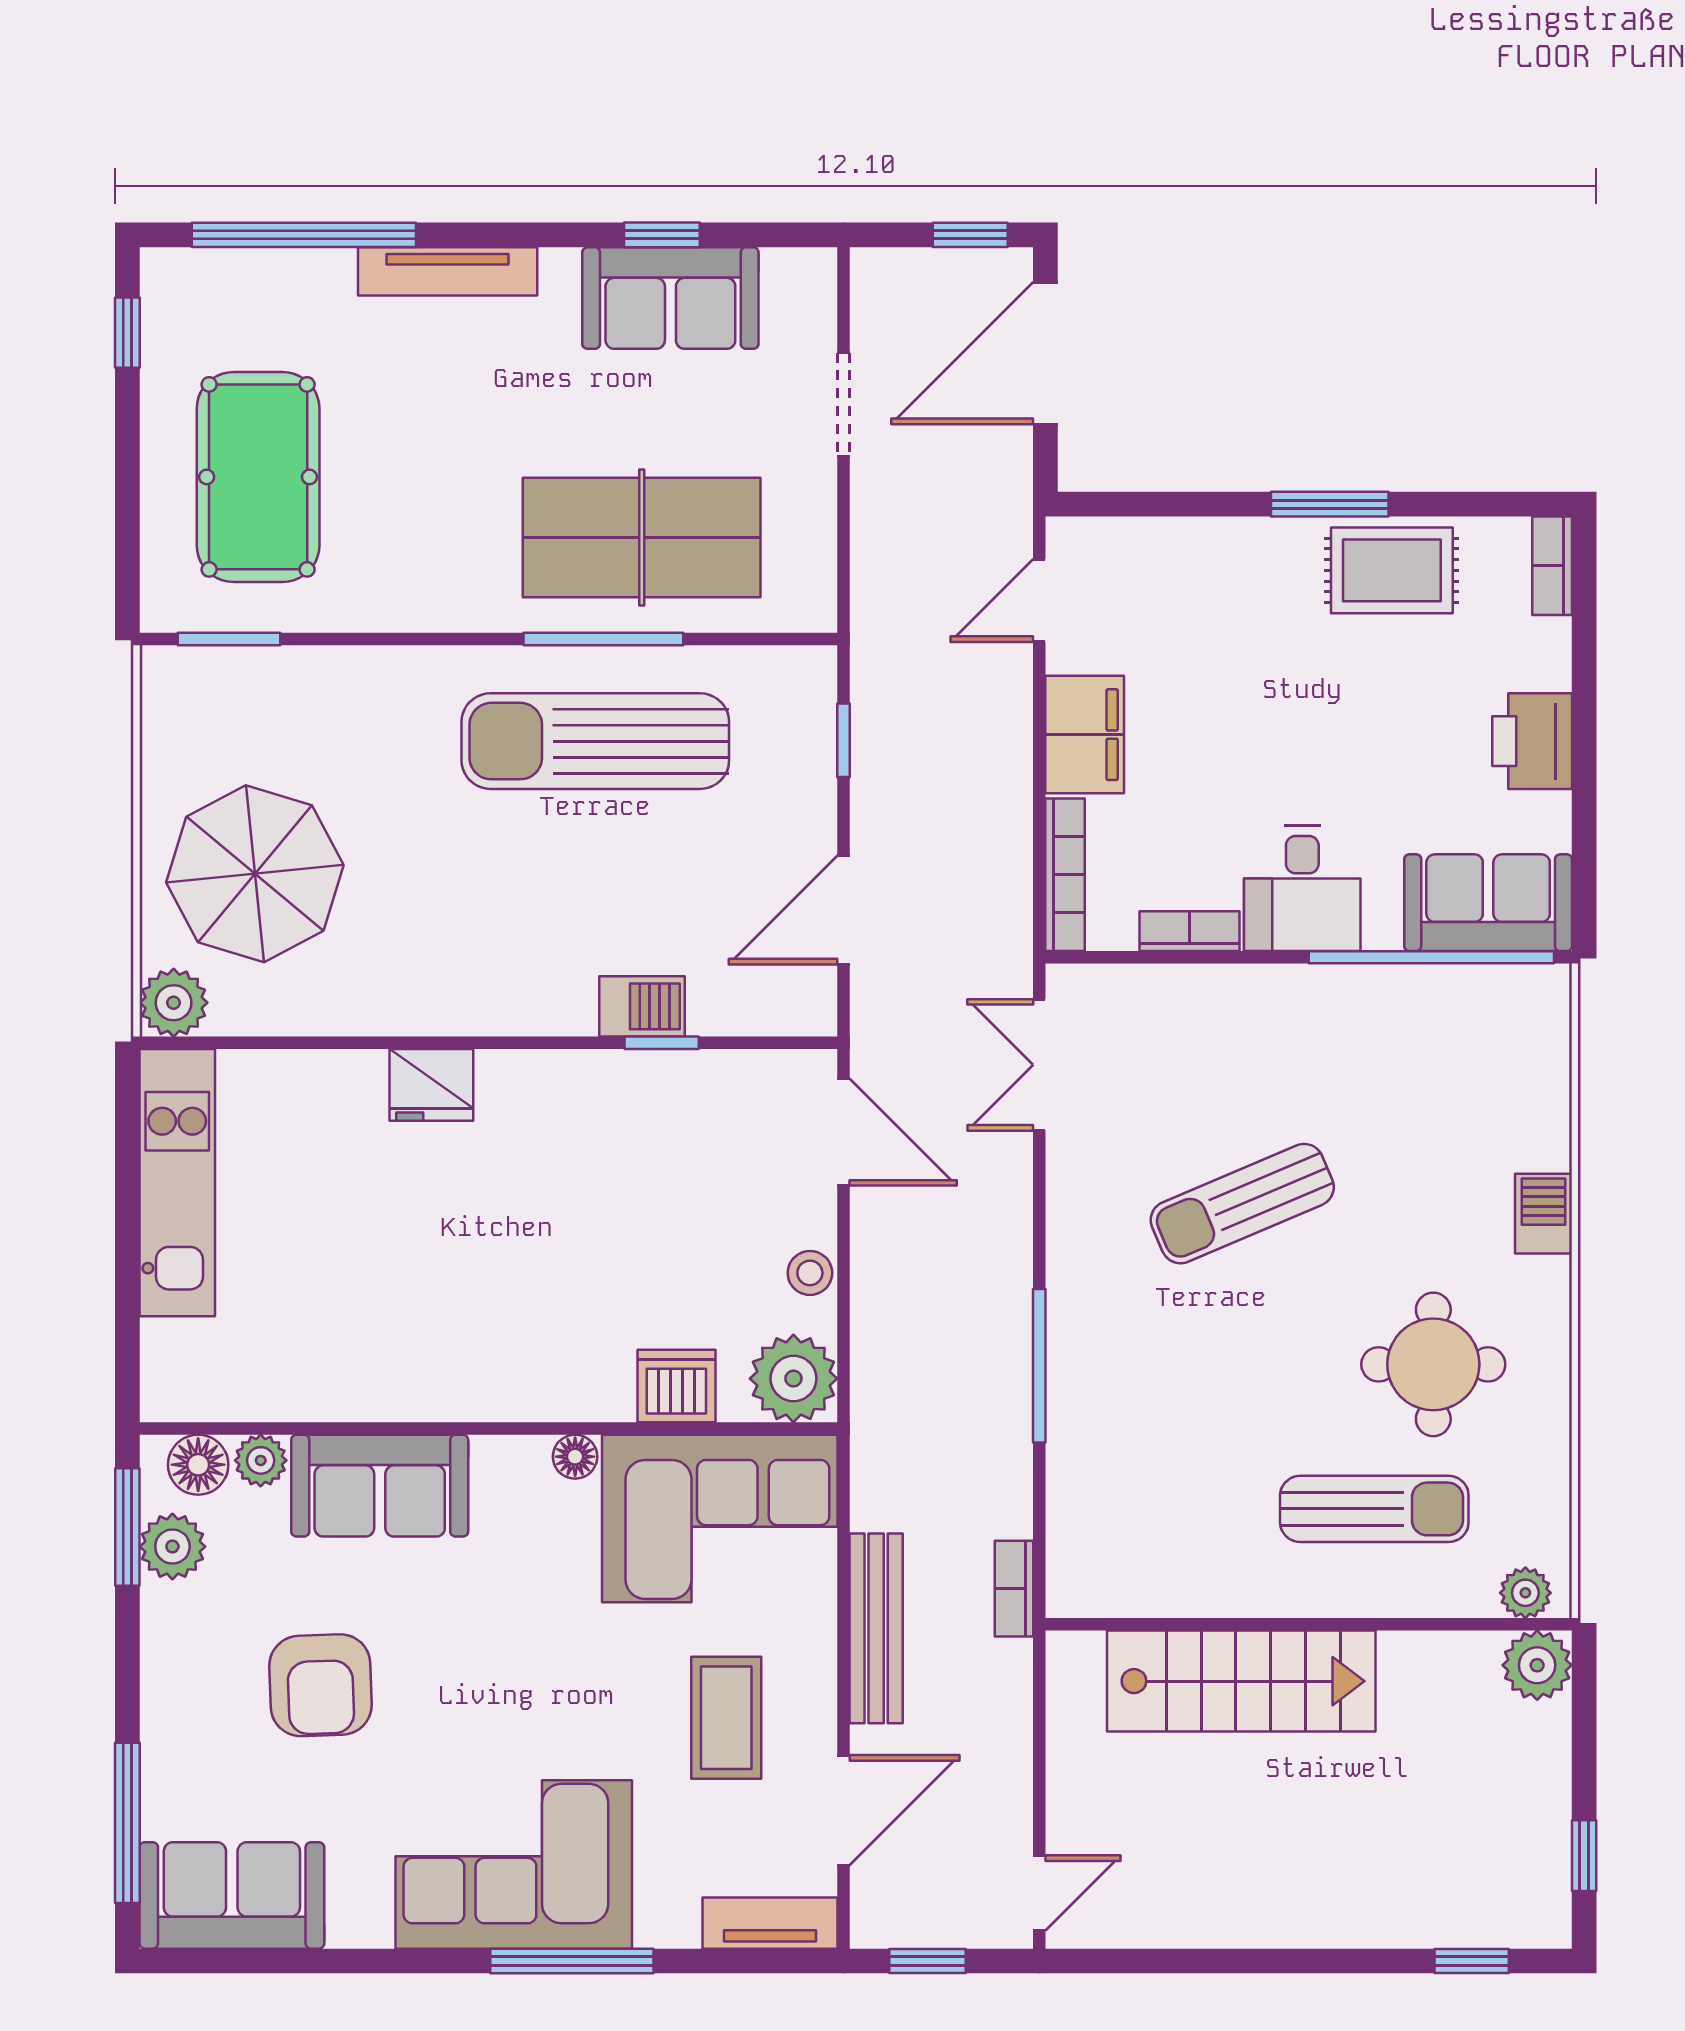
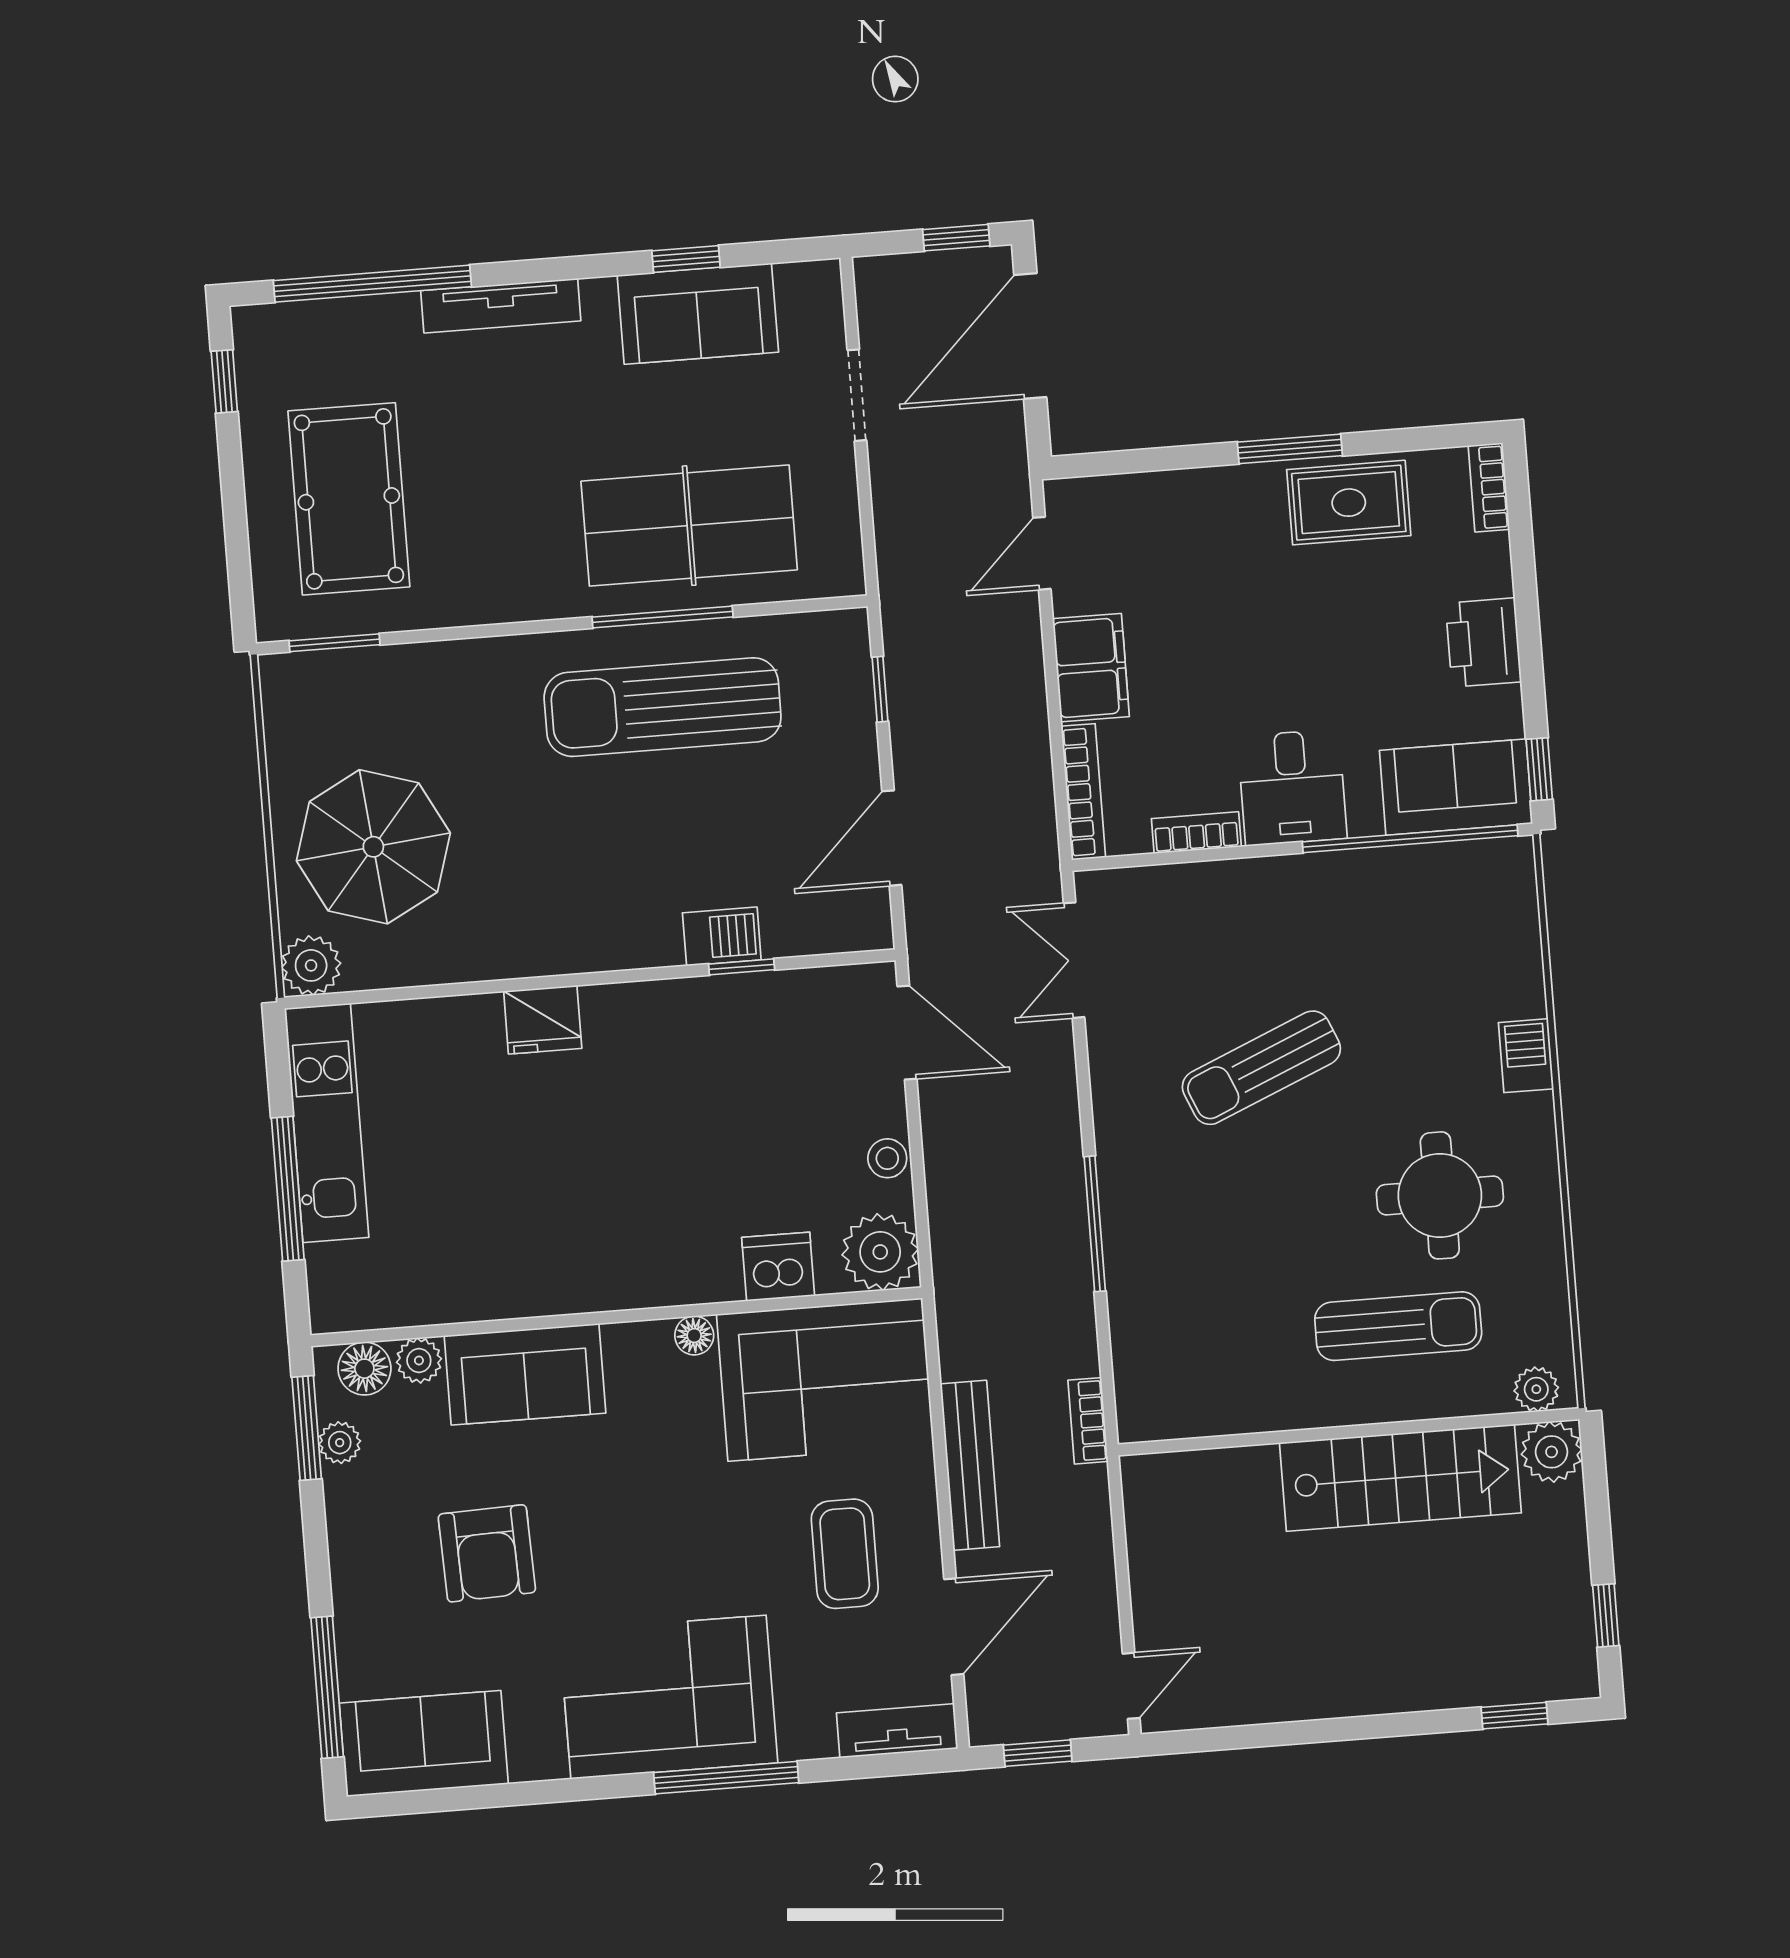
window: (1584, 890) -> (1539, 769), added
window: (127, 1254) -> (288, 1189), added
plant: (172, 1547) -> (340, 1443), width x0.73, depth x0.73
stairs: (1241, 1681) -> (1400, 1478), moved

